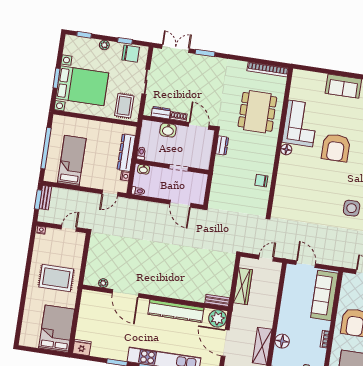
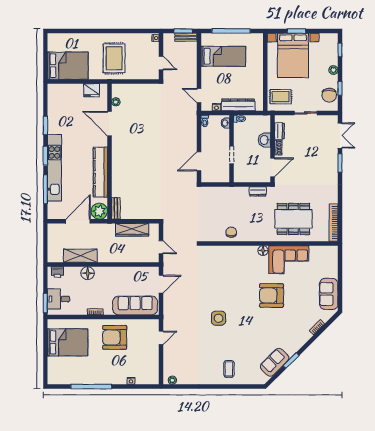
door: (125, 293) -> (110, 124), hinge flipped
fridge: (82, 347) -> (91, 90), moved, turned 90

